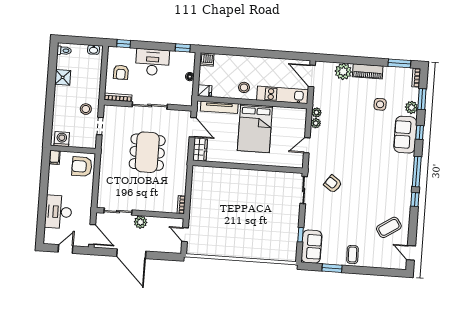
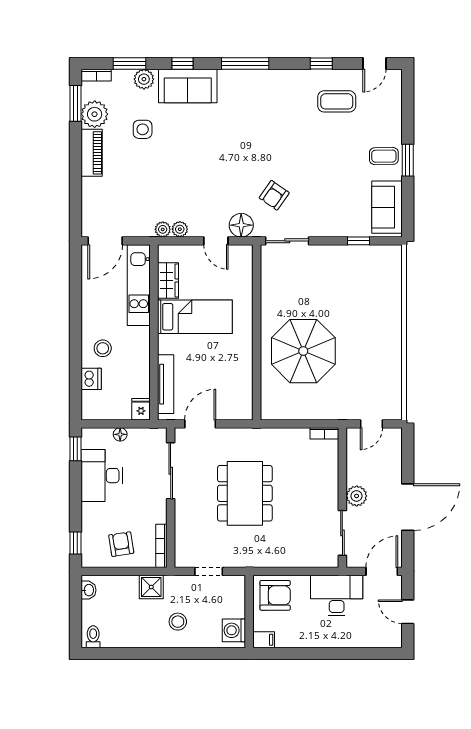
dishwasher: (207, 59) -> (91, 379), moved
desk: (152, 62) -> (102, 476), moved
plant: (343, 71) -> (95, 114), moved
armchair: (121, 72) -> (121, 544), turned -99
shower: (63, 77) -> (151, 587), moved
stool: (244, 87) -> (103, 348), moved
sliding door: (150, 106) -> (171, 471), moved
stool: (86, 109) -> (178, 622), moved
bed: (255, 128) -> (195, 317), width x0.67
wardrobe: (200, 150) -> (168, 280), moved, turned 90
dining table: (147, 152) -> (245, 493), turned 90
floor lamp: (316, 162) -> (241, 225), added
armchair: (82, 167) -> (275, 595), turned -90
parasol: (234, 195) -> (303, 351), added
window: (415, 199) -> (321, 63), moved
desk: (58, 212) -> (337, 595), moved, turned 180
coffee table: (389, 227) -> (337, 101), turned -57
sofa: (311, 247) -> (387, 207), moved, turned -90
window: (332, 268) -> (408, 160), moved

